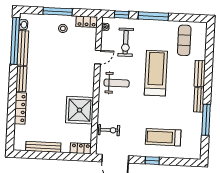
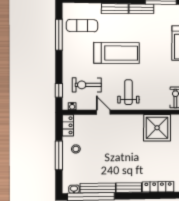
window: (153, 16) -> (59, 35), moved
exercise bike: (126, 42) -> (87, 85), turned 180
treadmill: (156, 73) -> (117, 53), turned 180

